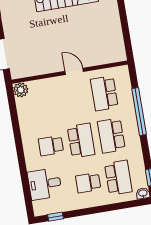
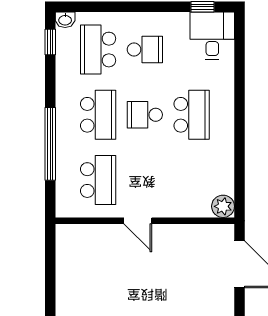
school desk: (81, 141) -> (145, 115), width x0.54
school desk: (51, 146) -> (192, 115), width x1.85
desk: (45, 184) -> (212, 36), moved, turned -90

